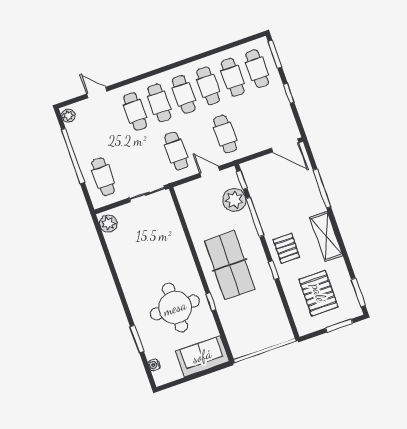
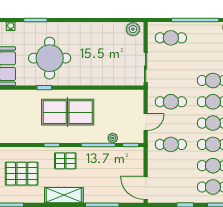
door: (285, 145) -> (146, 188), hinge flipped
plant: (234, 200) -> (113, 138), width x0.53, depth x0.53

